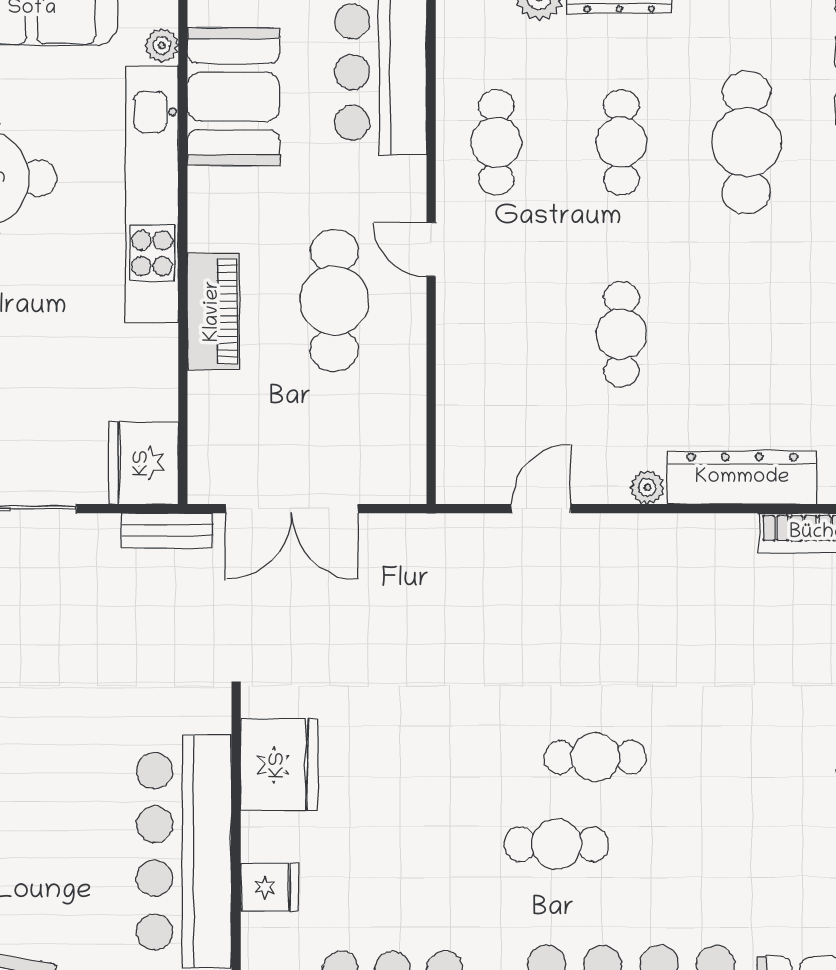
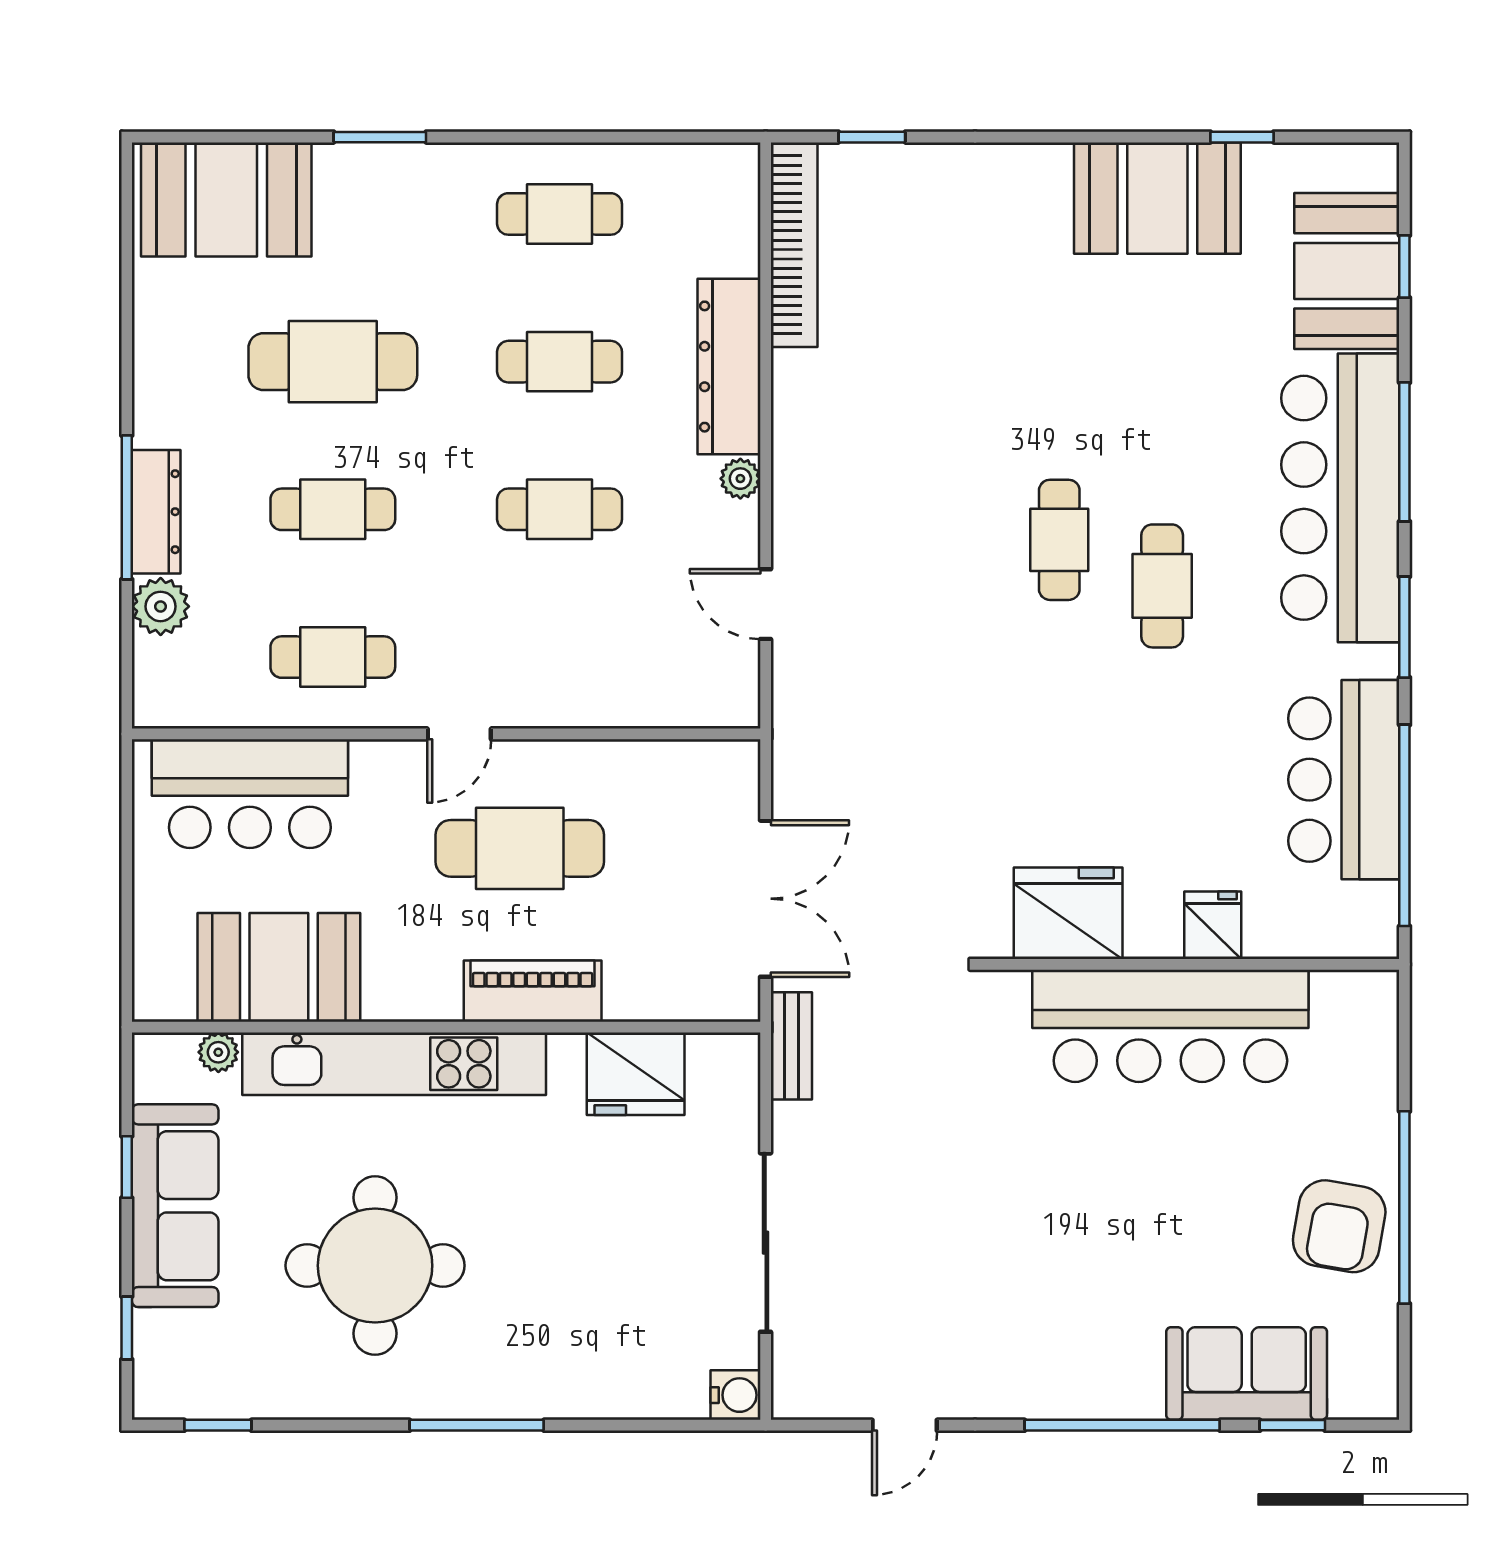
cafe table: (746, 334) -> (560, 362), added
fridge: (143, 463) -> (636, 1074), moved

